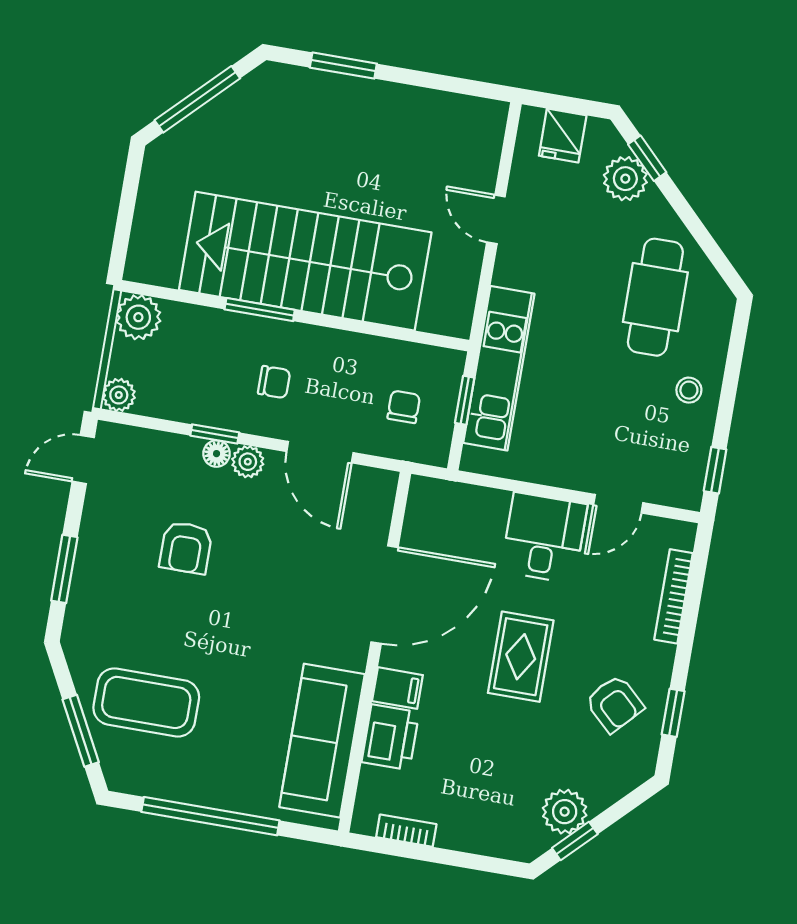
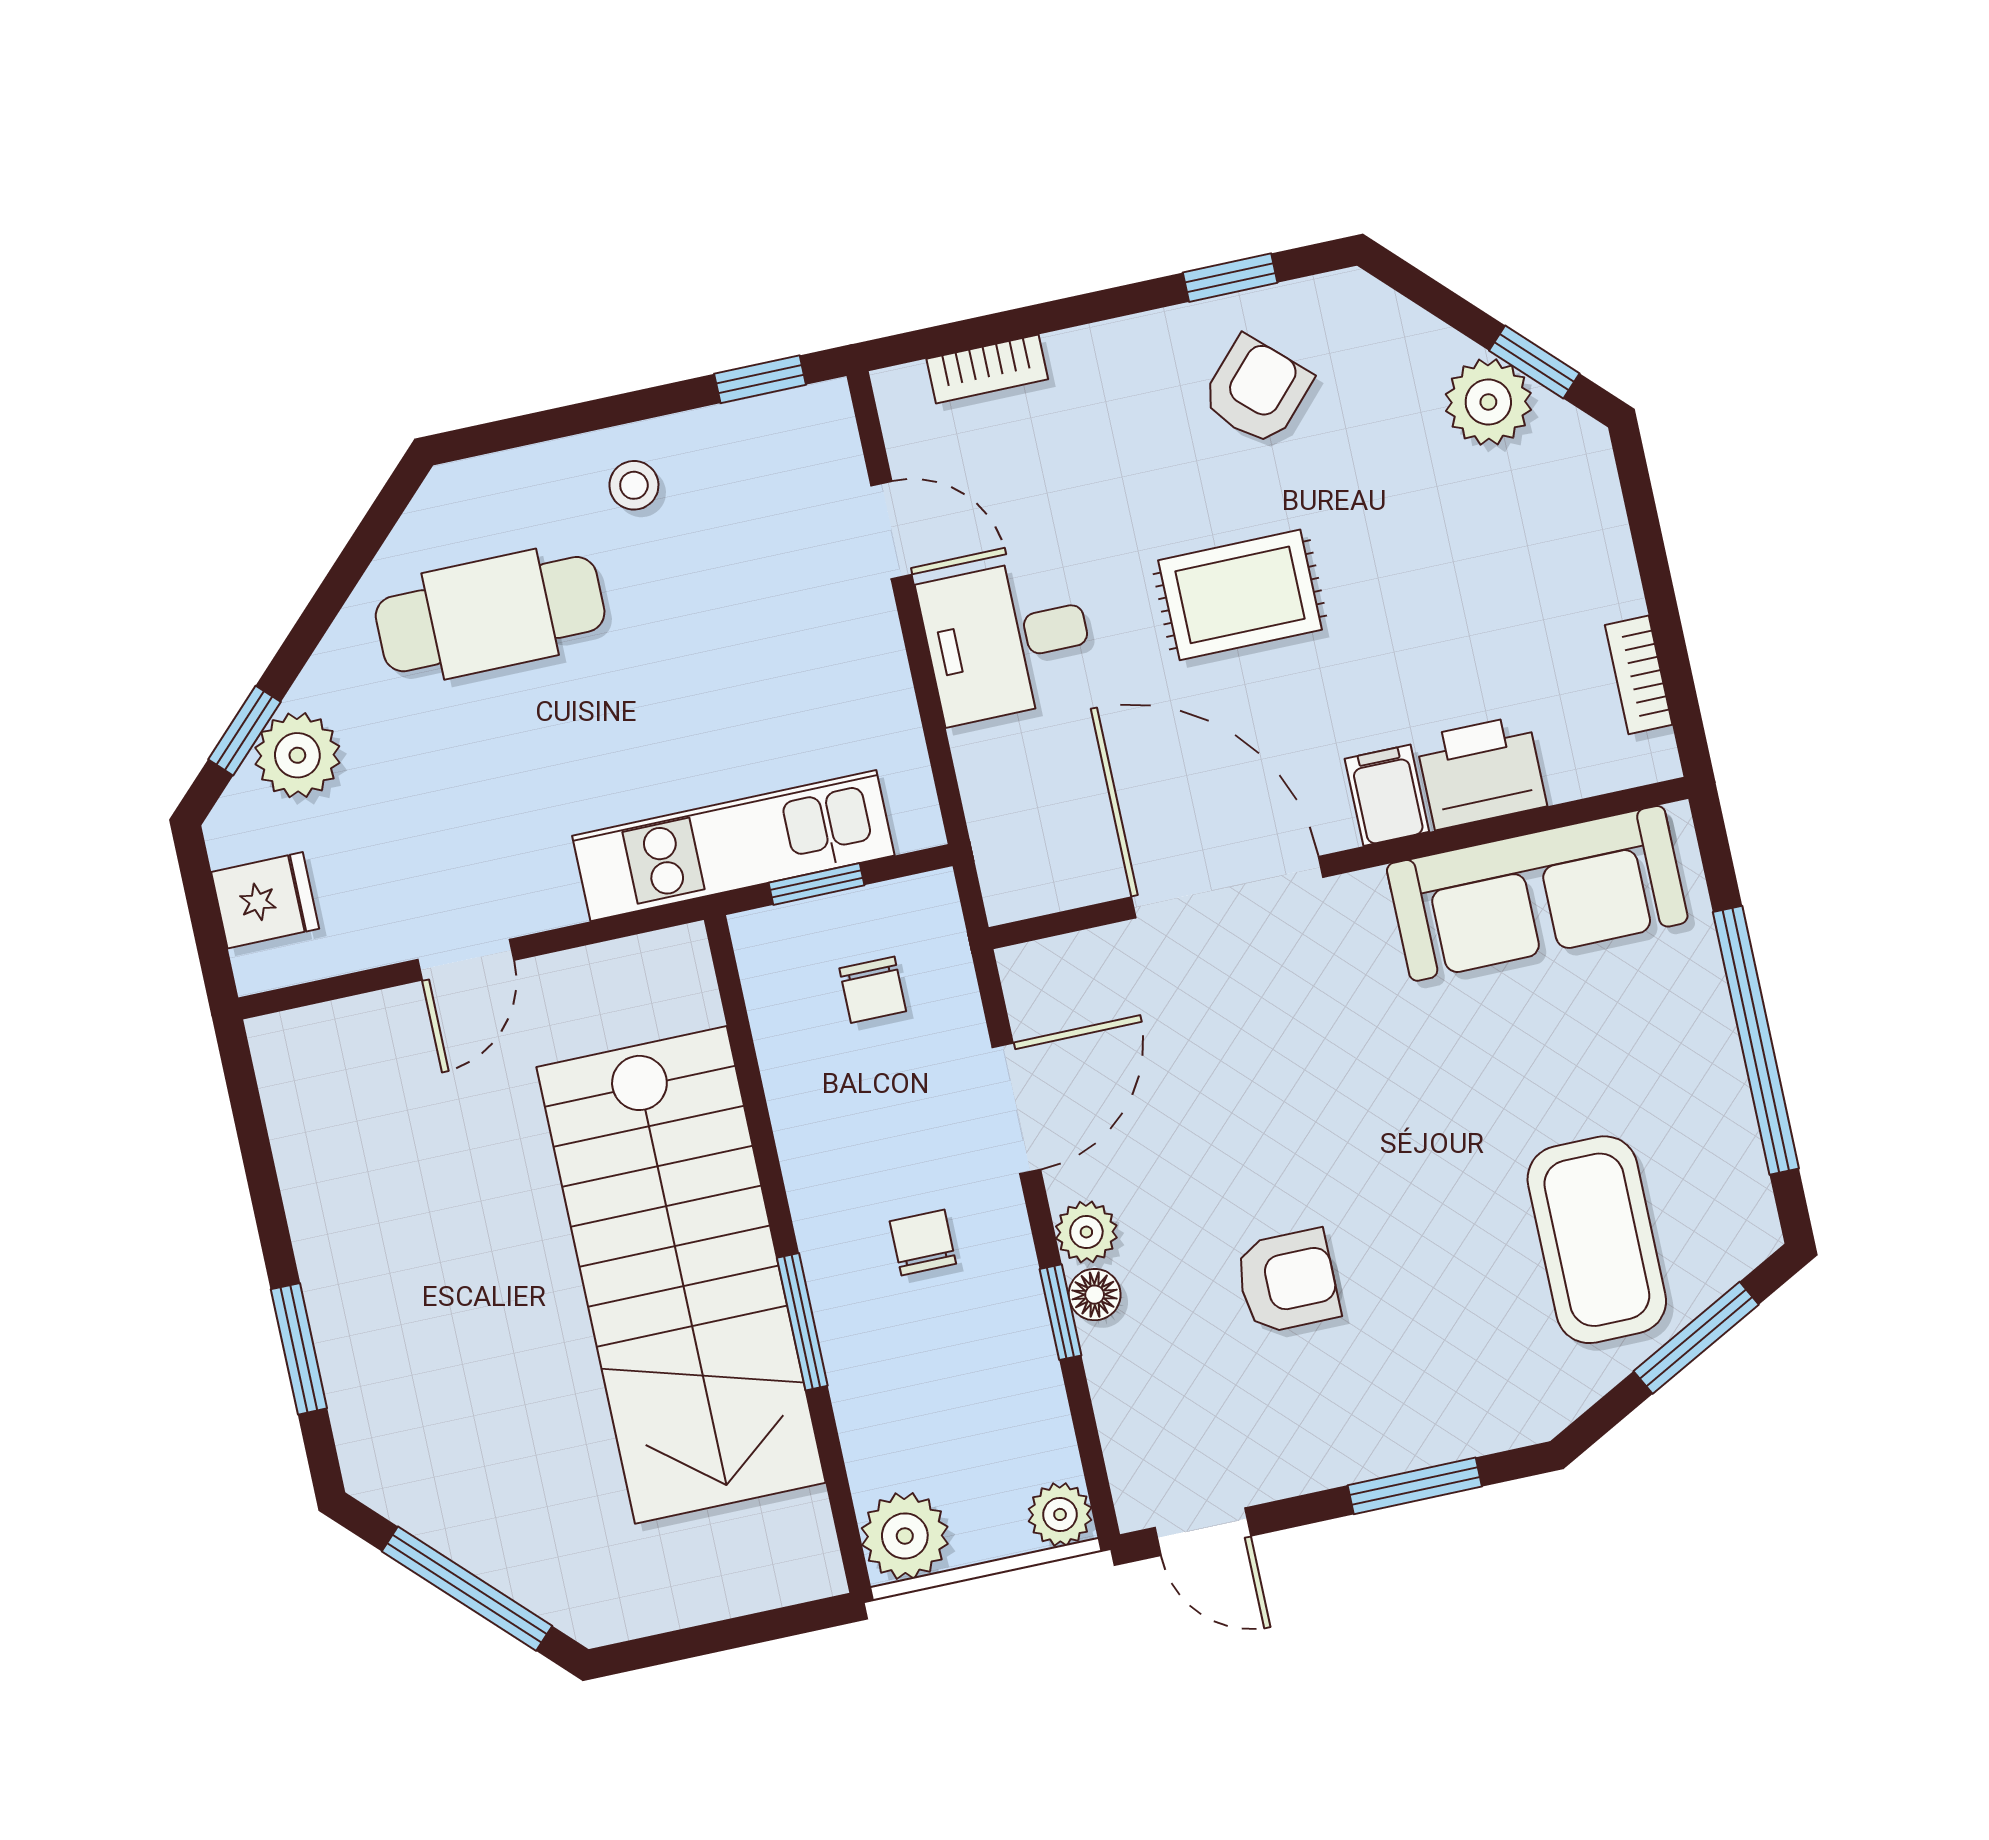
chair: (404, 407) -> (873, 990), turned -90
bookcase: (674, 596) -> (987, 369), width x0.64

